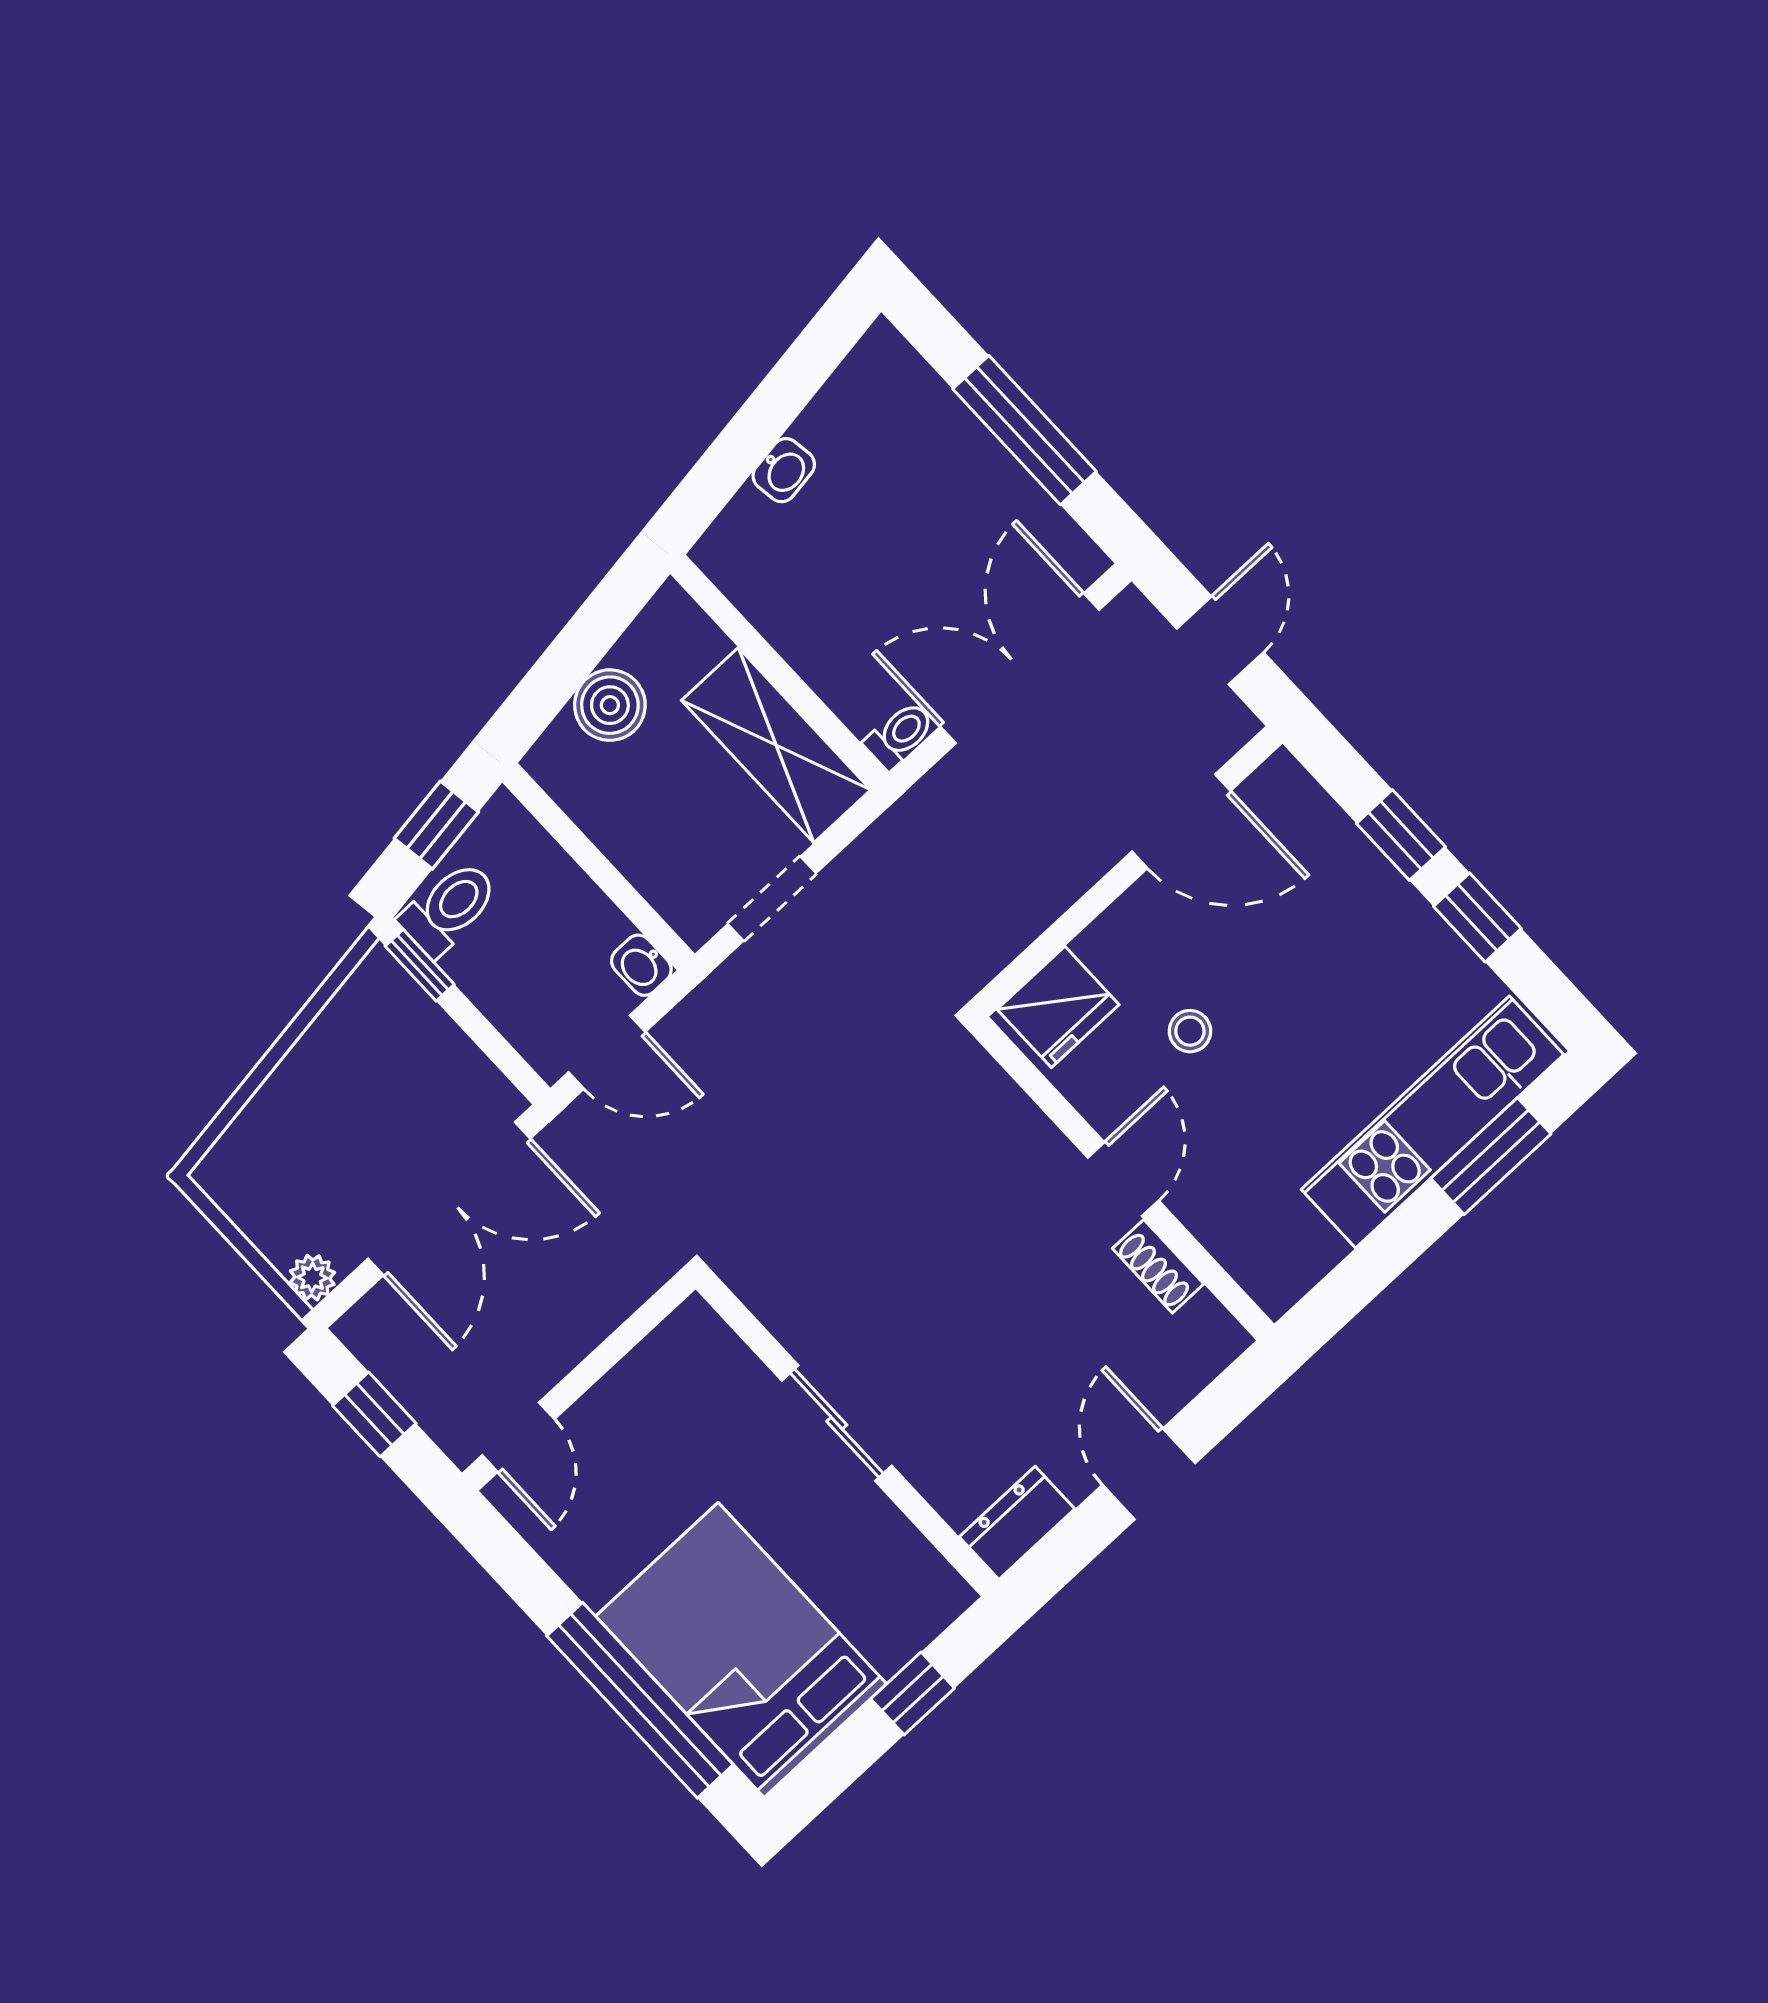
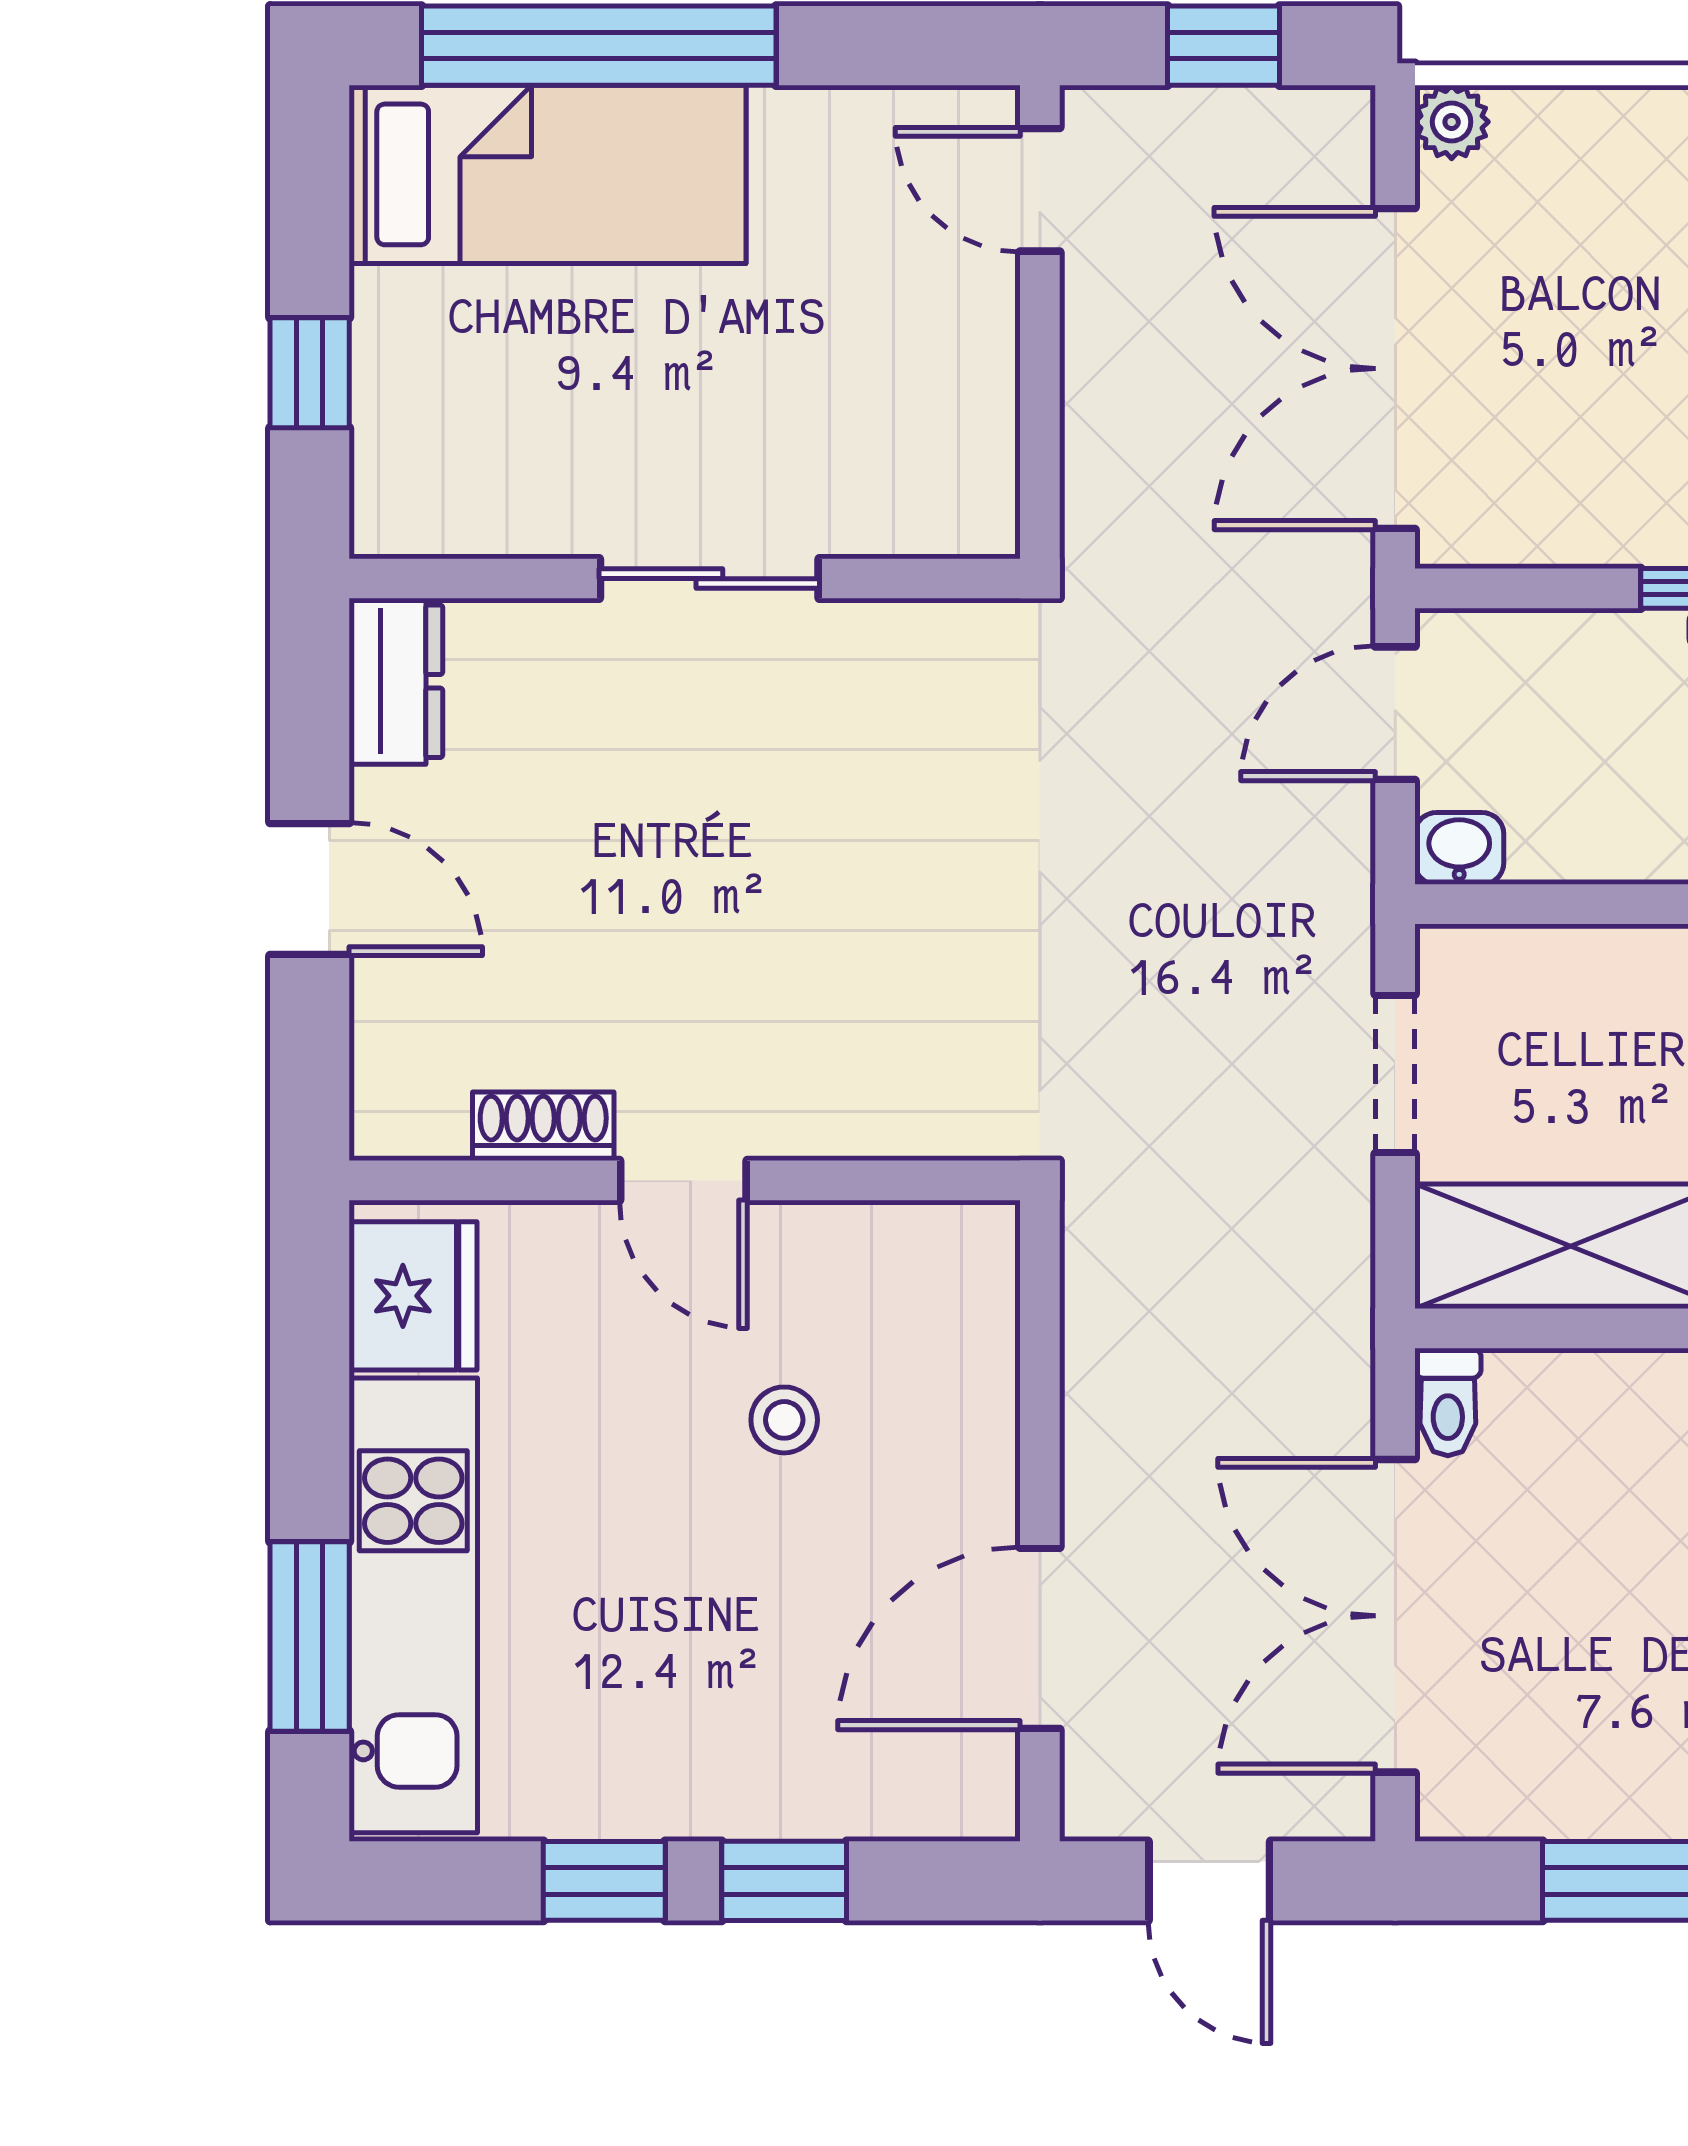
double door: (1020, 668) -> (1395, 1616), swing flipped
fridge: (1058, 1007) -> (413, 1296), moved, turned 180
bed: (741, 1650) -> (547, 174), width x0.67

